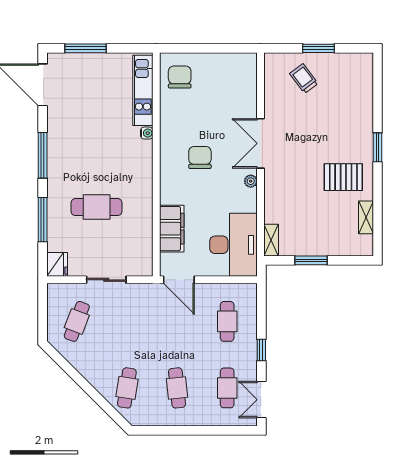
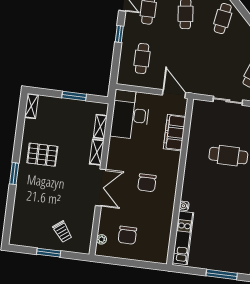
chair: (180, 77) -> (127, 235), moved
plant: (251, 181) -> (102, 239), moved
shelving: (272, 190) -> (97, 152), added
shelving: (366, 217) -> (31, 106), moved
shelving: (271, 240) -> (100, 127), moved

